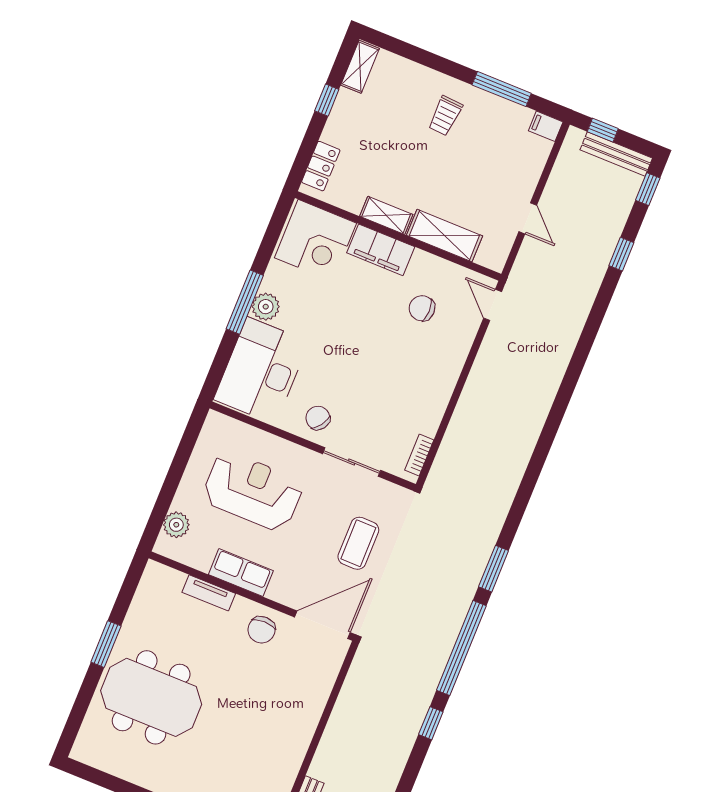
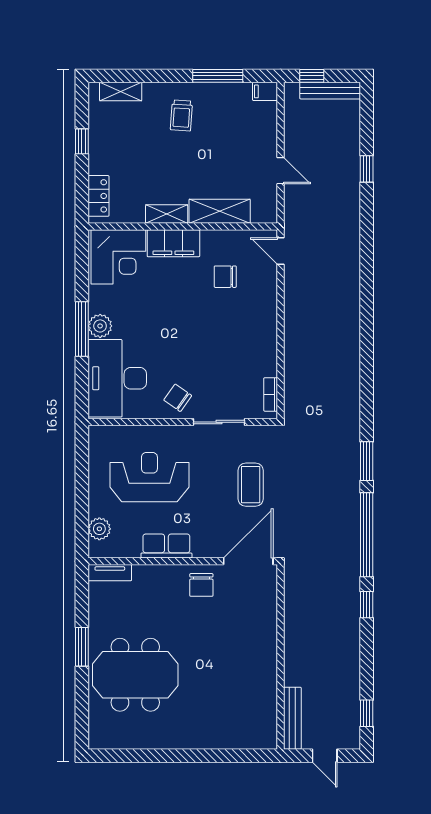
shelving: (360, 67) -> (121, 92), moved, turned 90
window: (648, 189) -> (367, 108), removed
tv unit: (209, 593) -> (110, 573), moved

